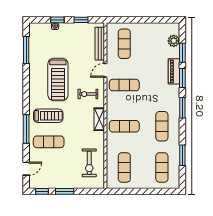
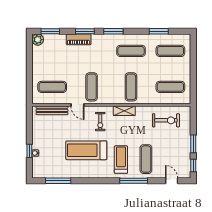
window: (81, 20) -> (29, 128), removed
plant: (174, 41) -> (38, 40), moved
window: (182, 53) -> (50, 31), moved
treadmill: (58, 79) -> (86, 150), turned 180

